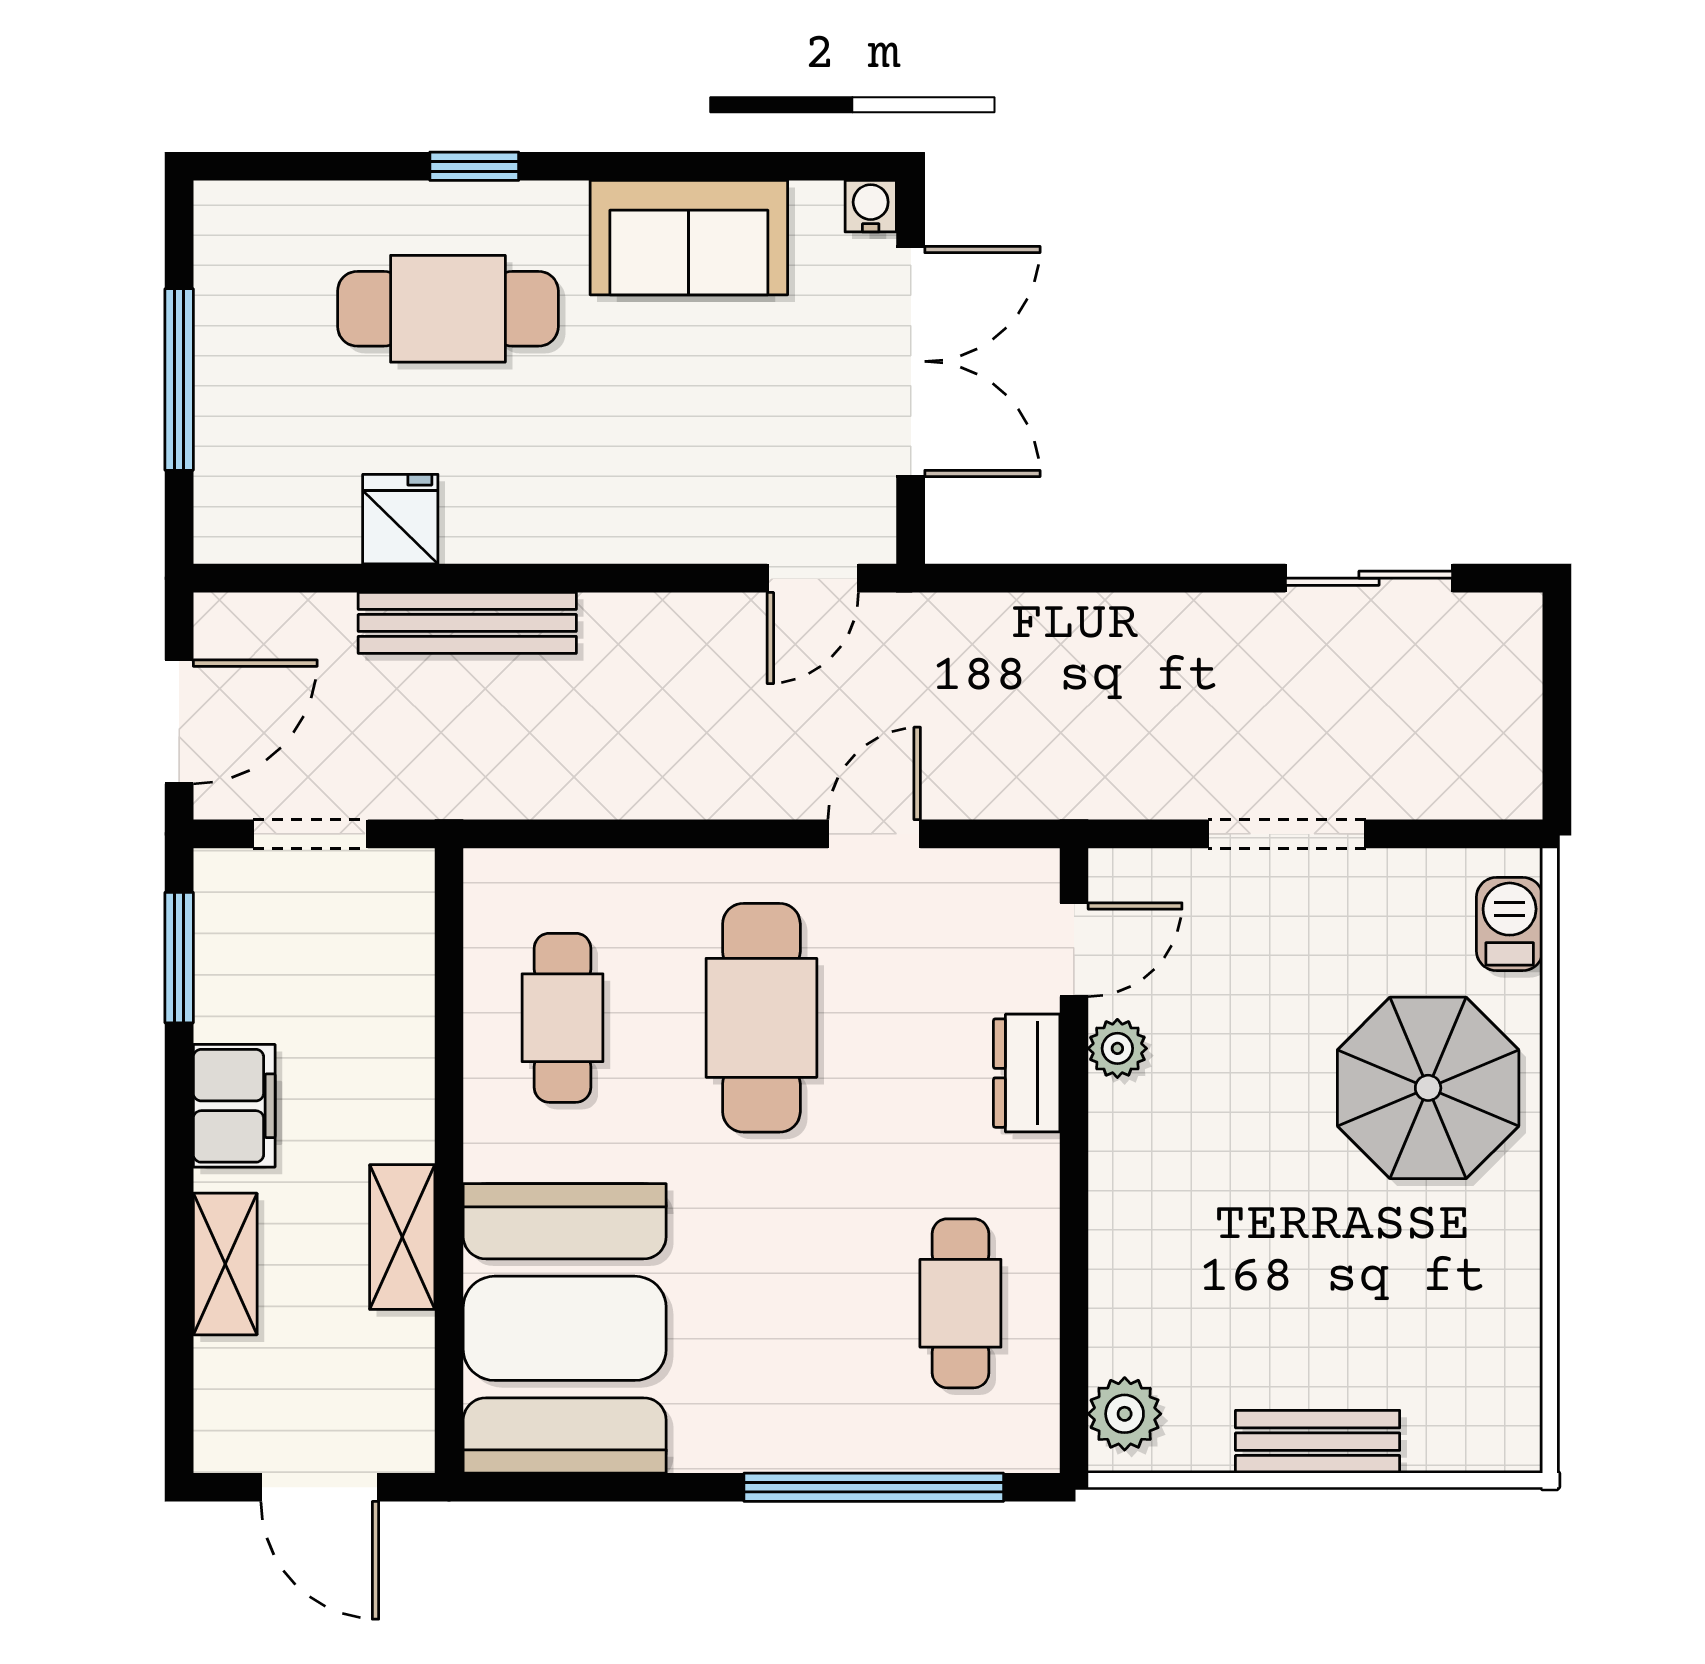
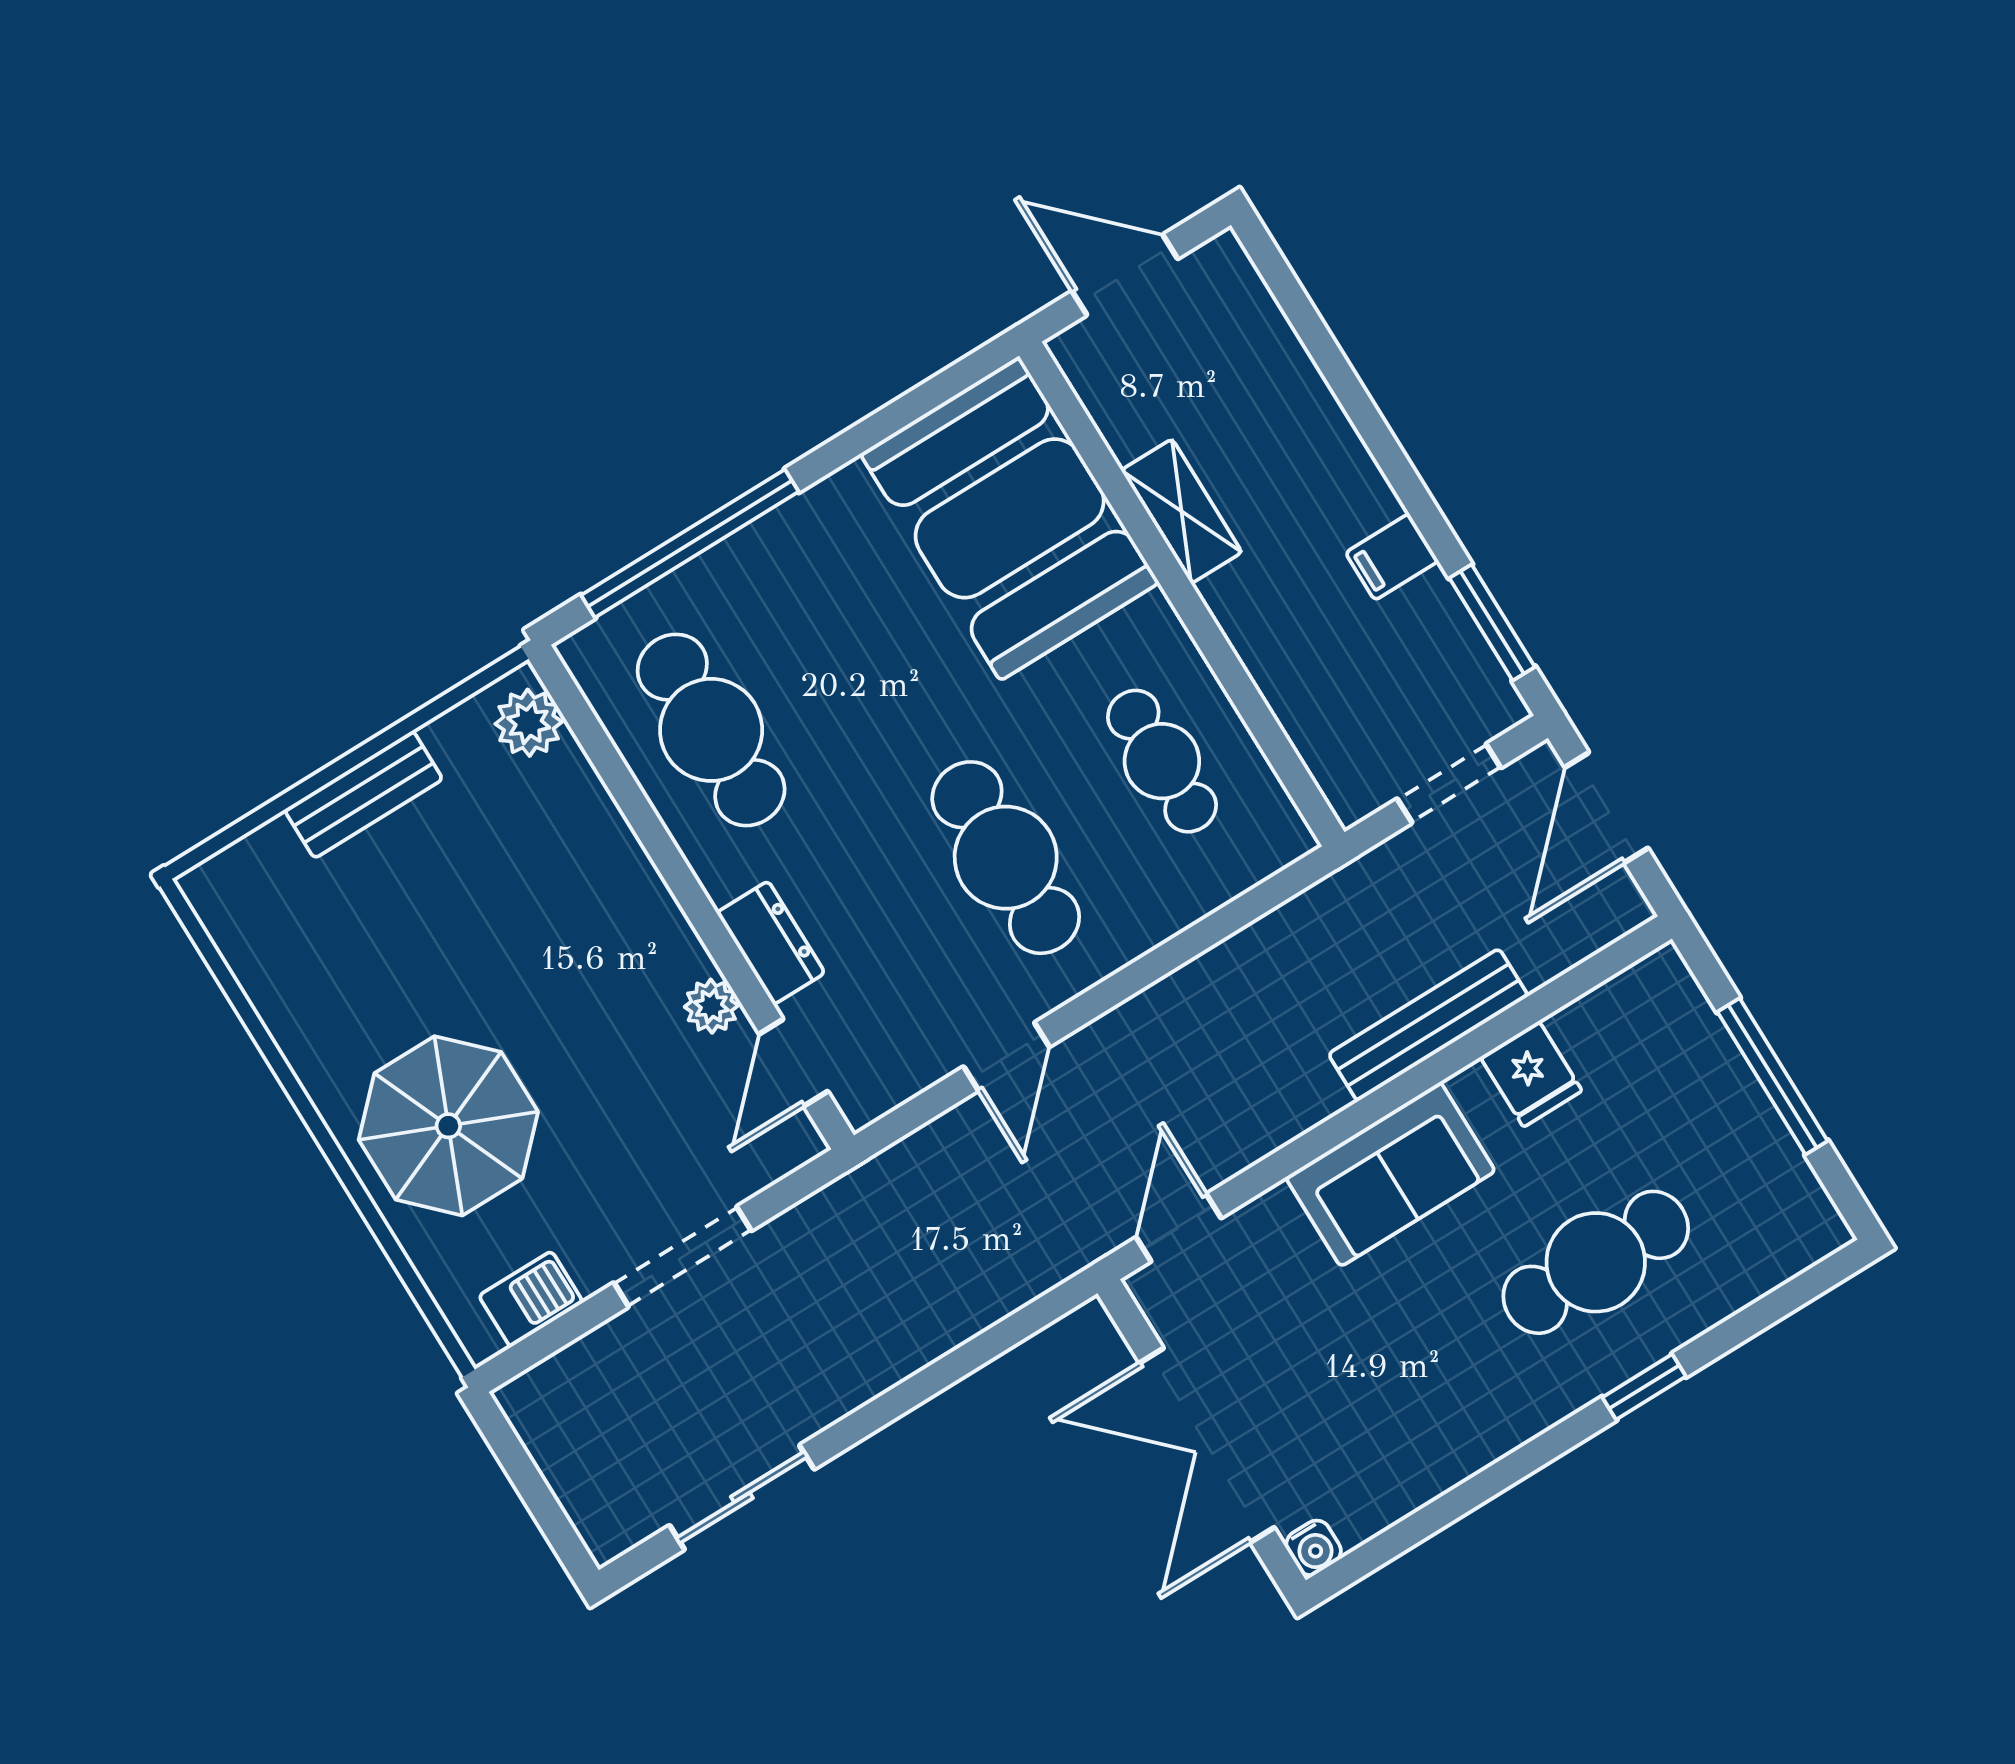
sofa: (689, 238) -> (1390, 1174), moved, turned 180
barbecue: (1510, 924) -> (531, 1299), moved, turned -90
filing cabinet: (234, 1106) -> (1392, 557), width x0.50
shelving: (225, 1264) -> (1307, 404), removed
cafe table: (960, 1303) -> (711, 730), width x1.37, depth x1.35

